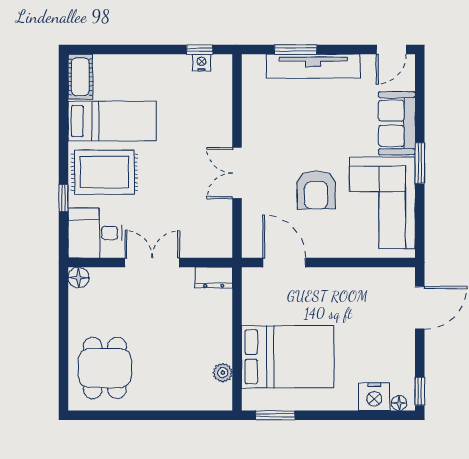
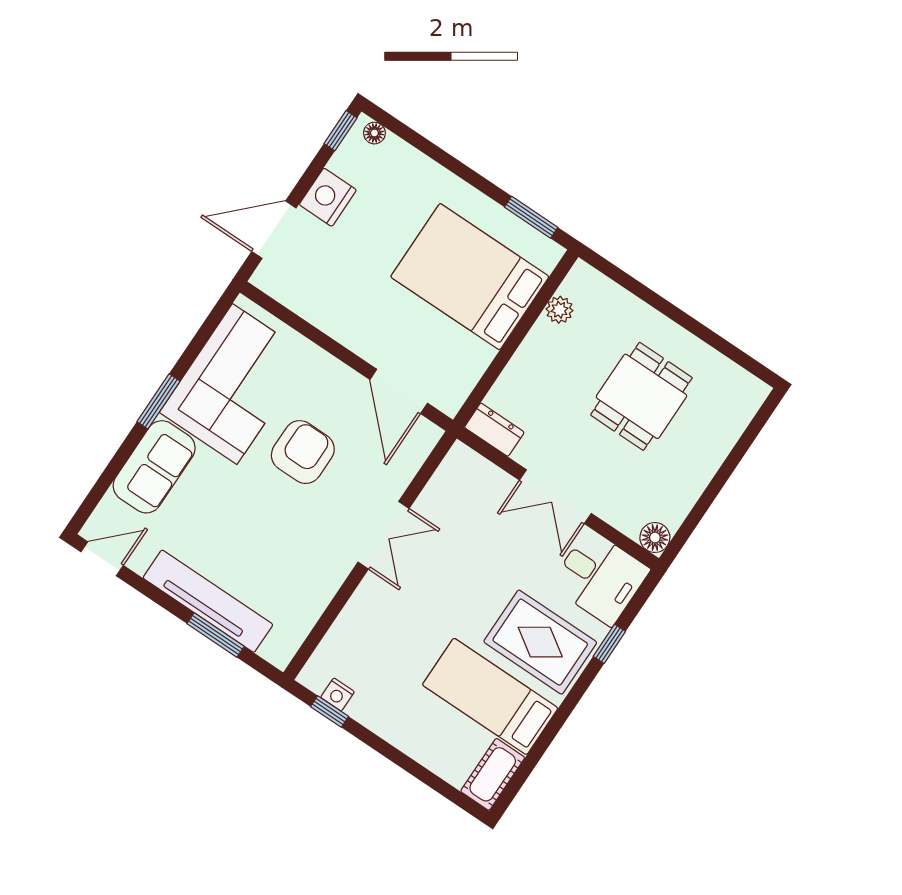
dining table: (105, 368) -> (641, 396), moved
nightstand: (374, 397) -> (328, 197), moved, turned -90

